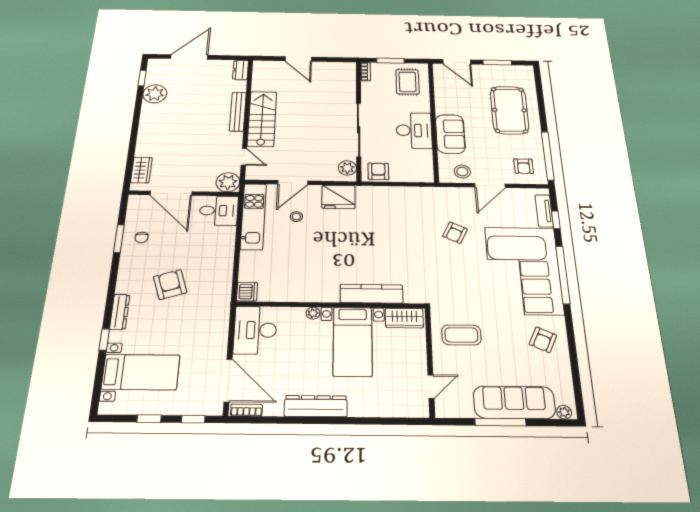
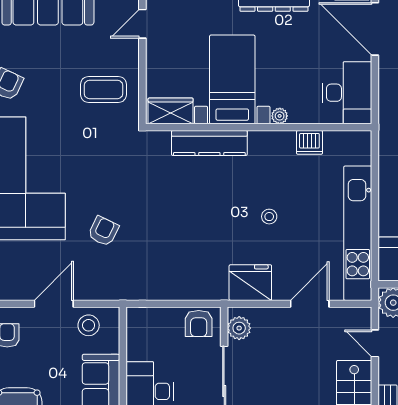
kitchen unit: (253, 216) -> (358, 233), width x1.36
stool: (296, 217) -> (269, 217), moved
dishwasher: (247, 292) -> (309, 142), moved, turned -90

